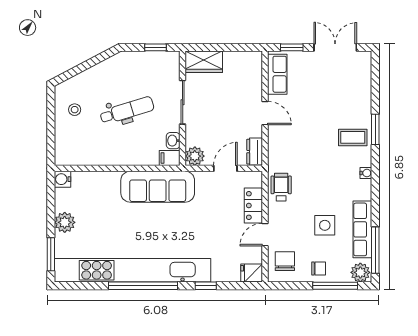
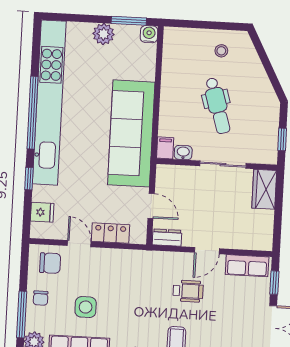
plant: (195, 156) -> (166, 174), removed
sofa: (158, 187) -> (131, 133), width x1.36, depth x1.27
wheelchair: (281, 187) -> (188, 291), moved
window: (51, 254) -> (129, 21), moved
fridge: (252, 273) -> (42, 212), moved, turned 90

